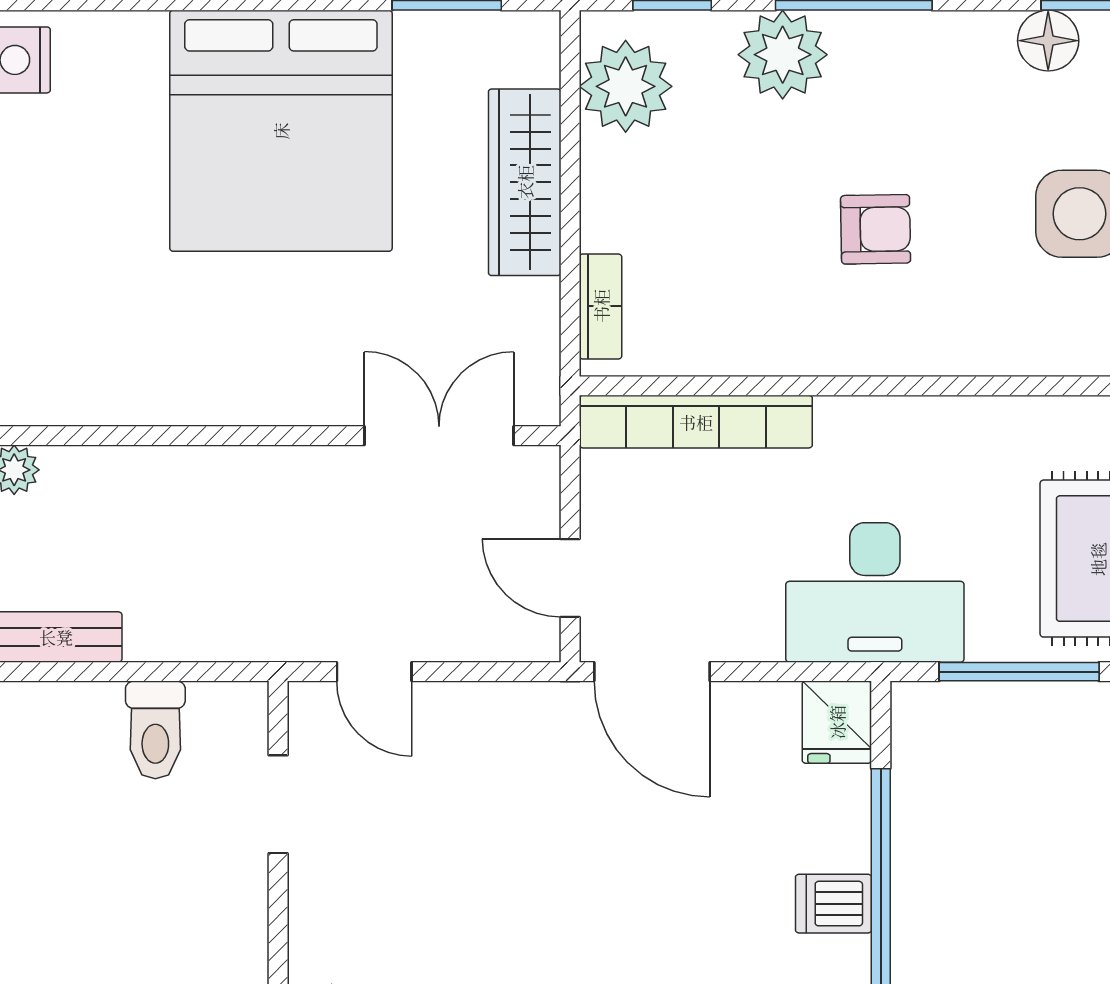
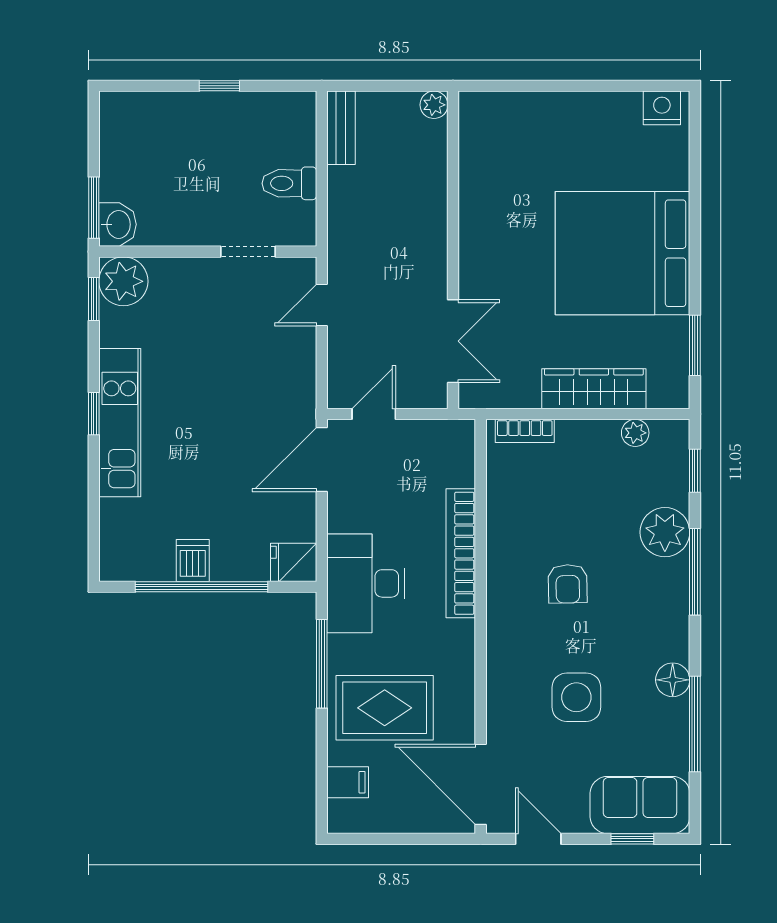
plant: (626, 86) -> (635, 433), width x0.53, depth x0.53
bookcase: (696, 422) -> (461, 553), moved

